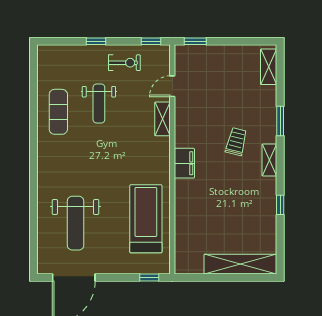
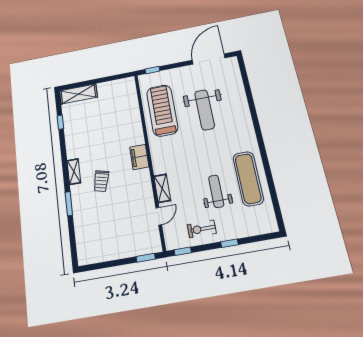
shelving: (269, 67) -> (83, 246), removed
exercise mat: (58, 112) -> (248, 179), width x1.36, depth x1.45
window: (280, 205) -> (60, 122), moved
treadmill: (146, 219) -> (162, 110), turned 180
weight bench: (76, 223) -> (205, 110), moved, turned 180
shelving: (240, 264) -> (78, 94), width x0.68

